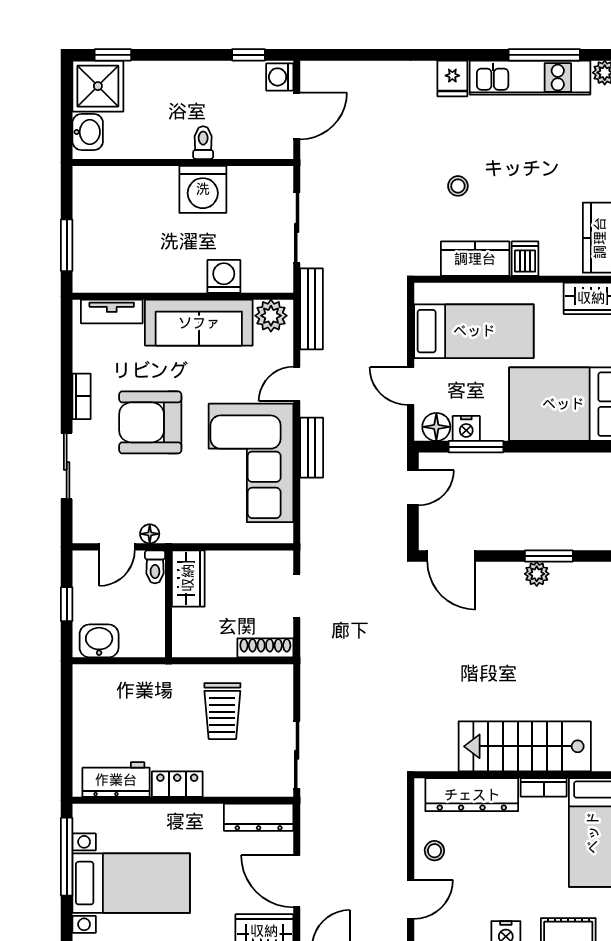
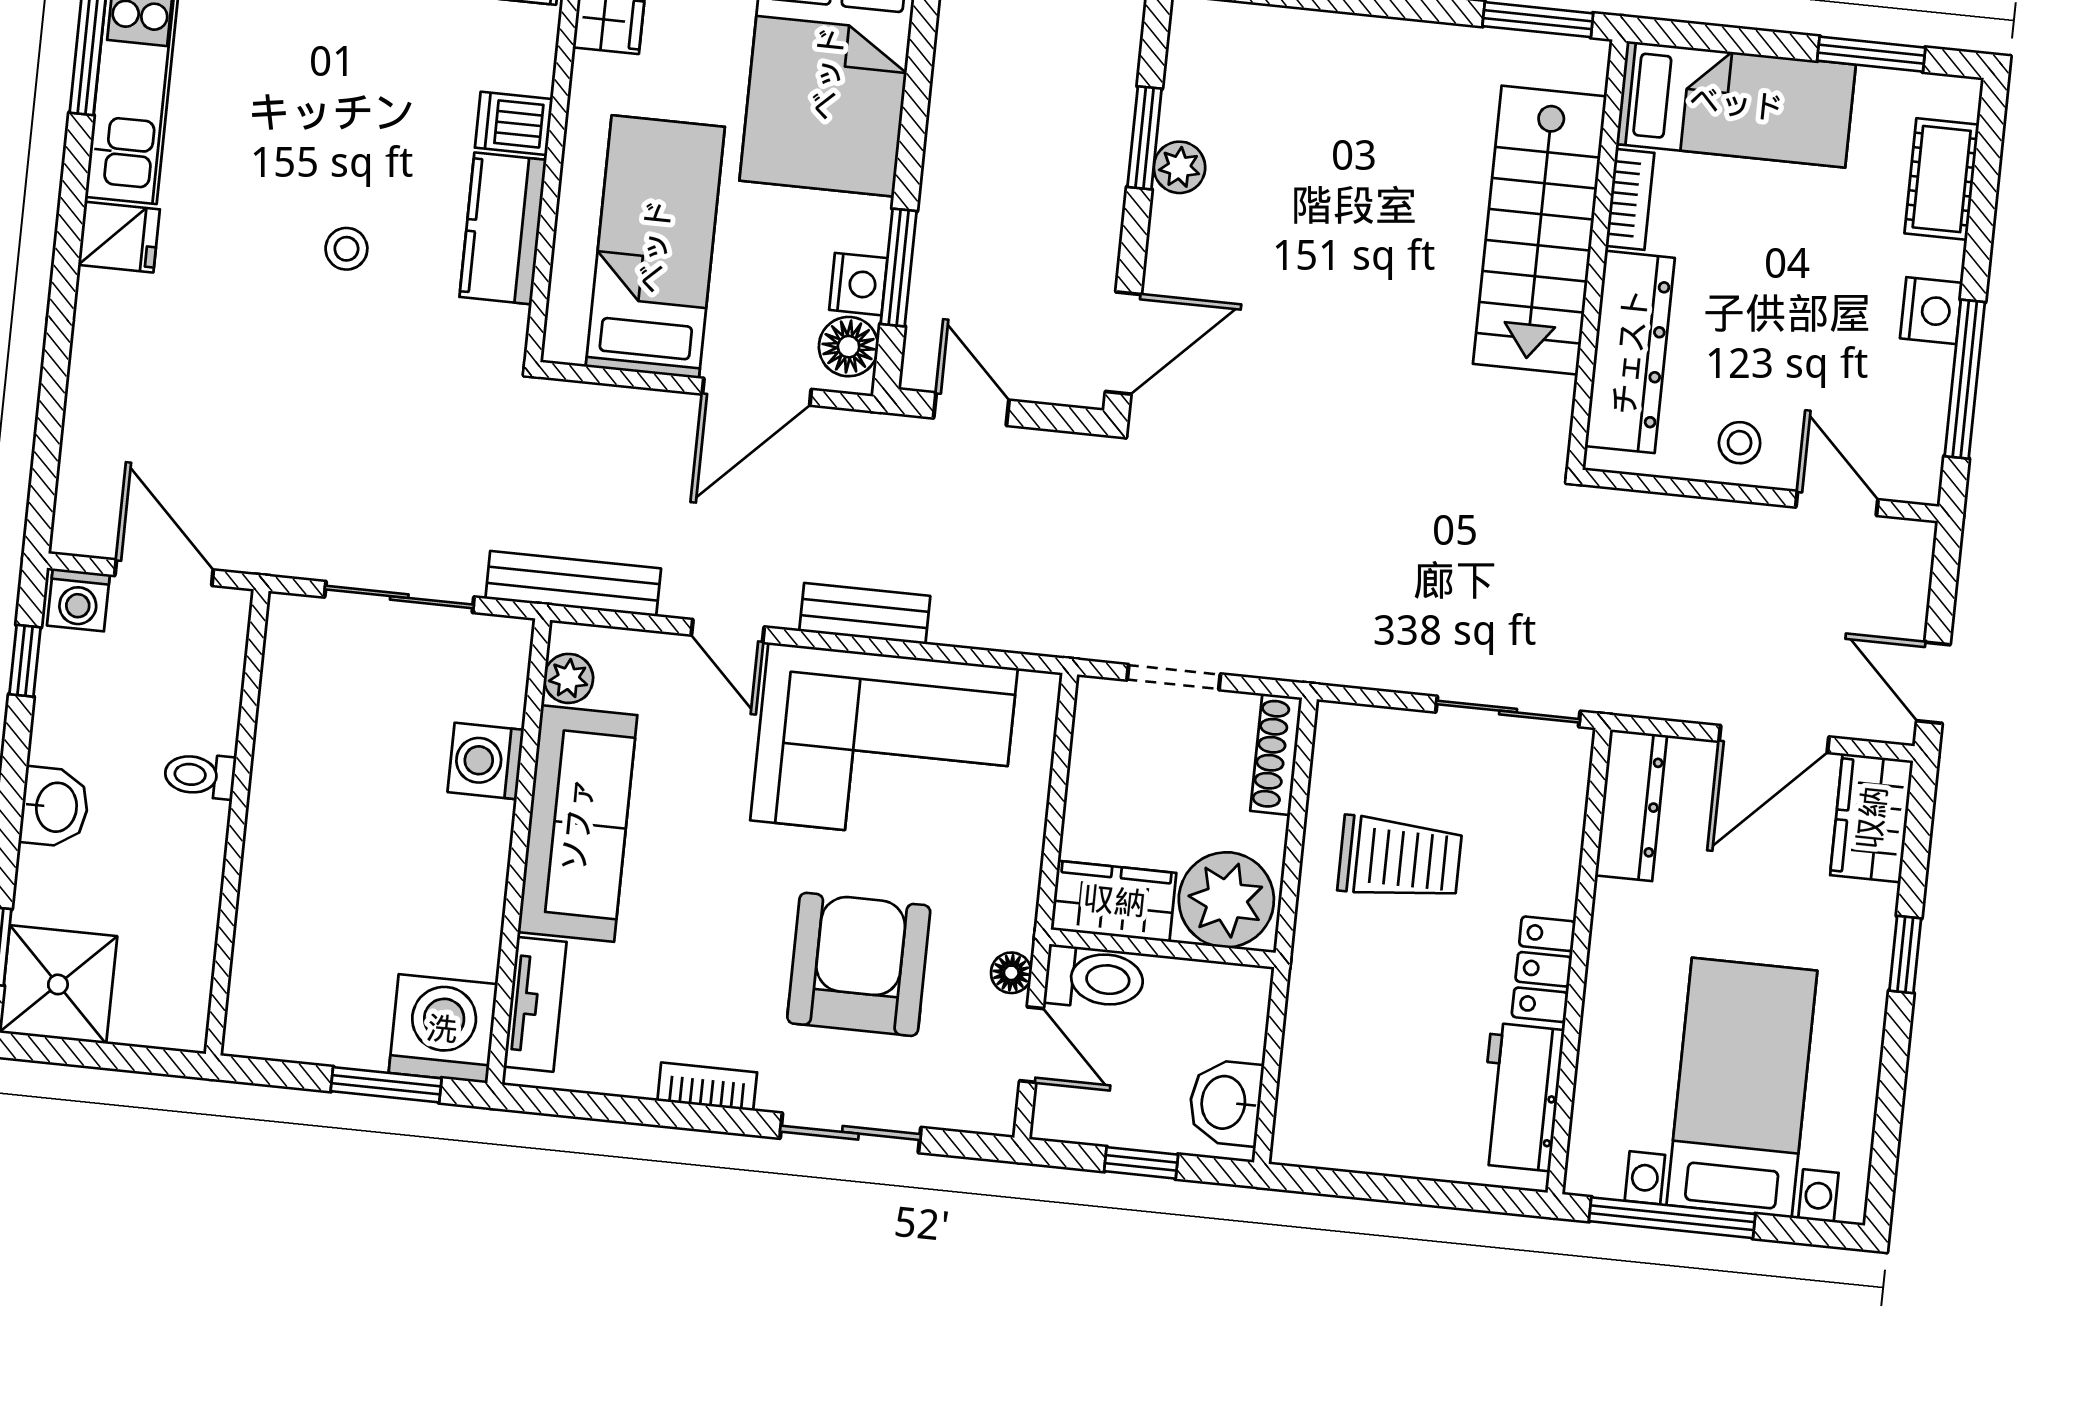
washbasin: (88, 132) -> (55, 807), moved, turned 90
washing machine: (203, 189) -> (443, 1029), moved, turned -90
plant: (271, 316) -> (569, 678), width x0.73, depth x0.73
door: (411, 386) -> (757, 392), width x1.38
armchair: (150, 422) -> (859, 964), moved, turned 180
toilet: (155, 567) -> (1094, 978), width x1.37, depth x1.39
plant: (194, 631) -> (1226, 900), added

